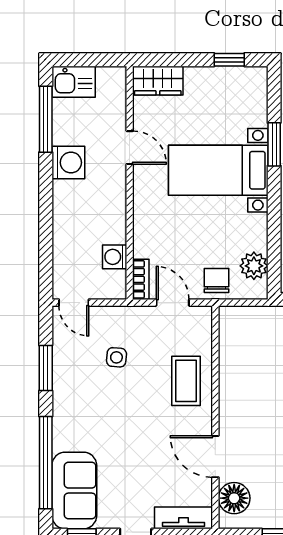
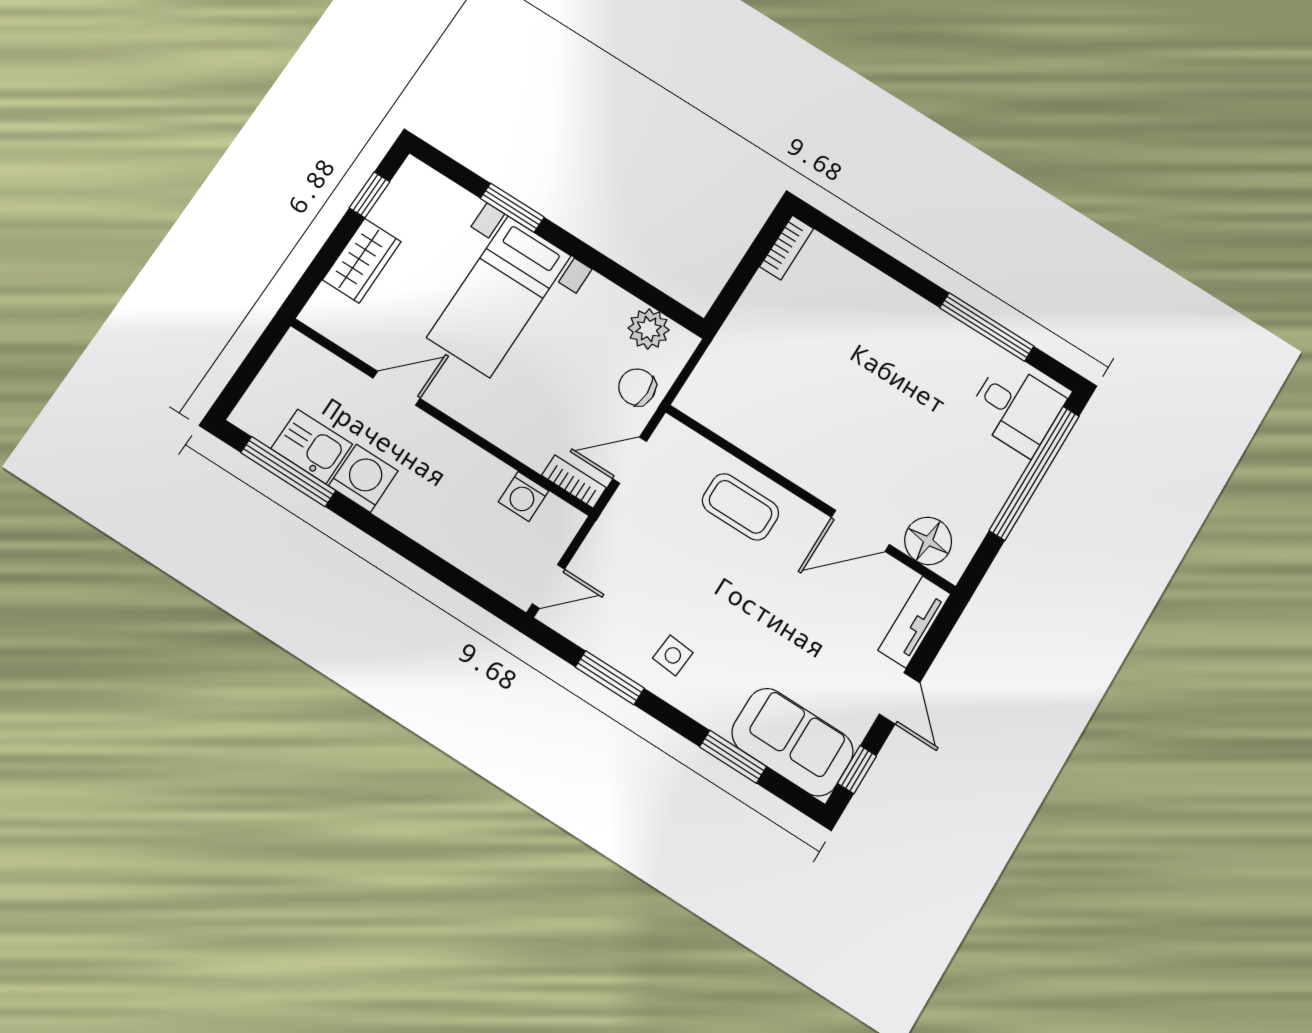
wardrobe: (158, 81) -> (362, 261), moved
kitchen sink: (74, 82) -> (312, 446), moved, turned -90
side table: (116, 357) -> (673, 655), moved
window: (46, 463) -> (733, 757), width x0.47

